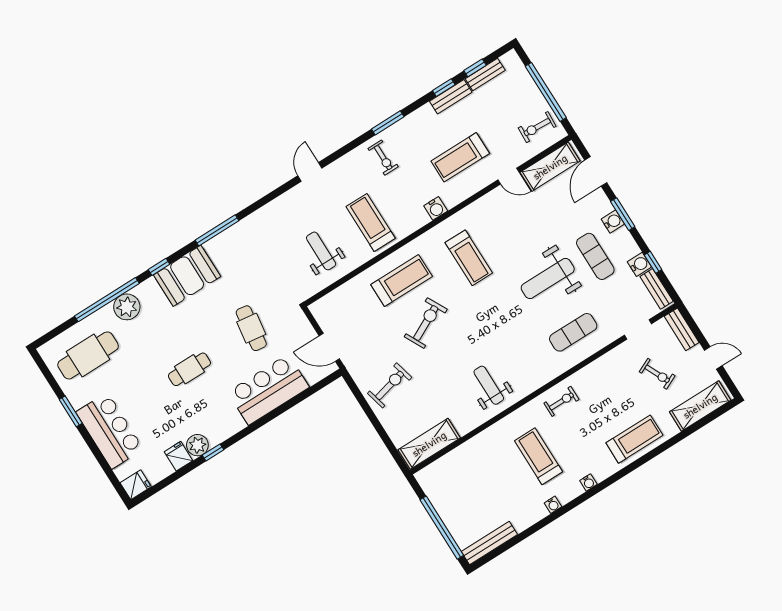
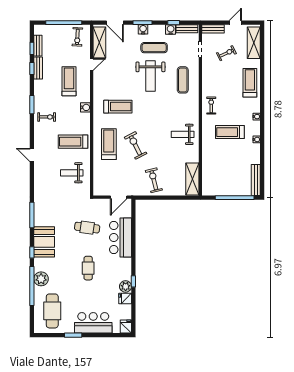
treadmill: (460, 157) -> (69, 81), turned 180

